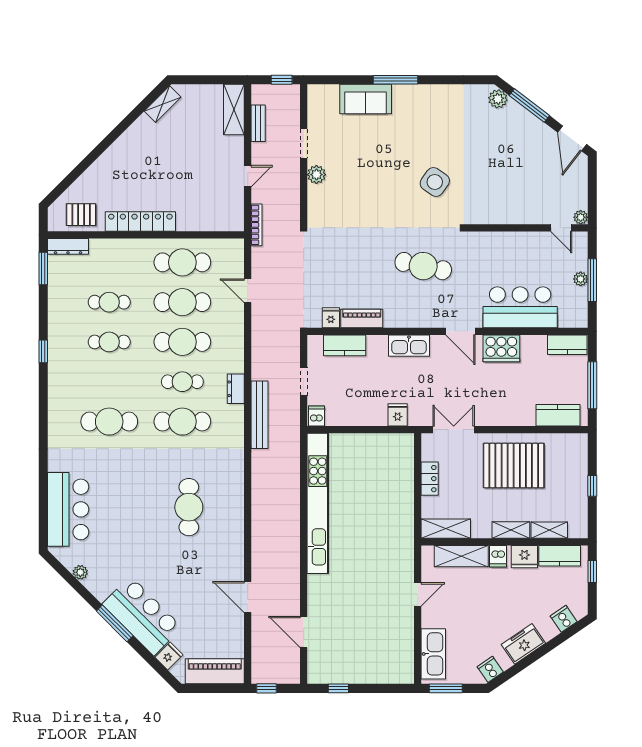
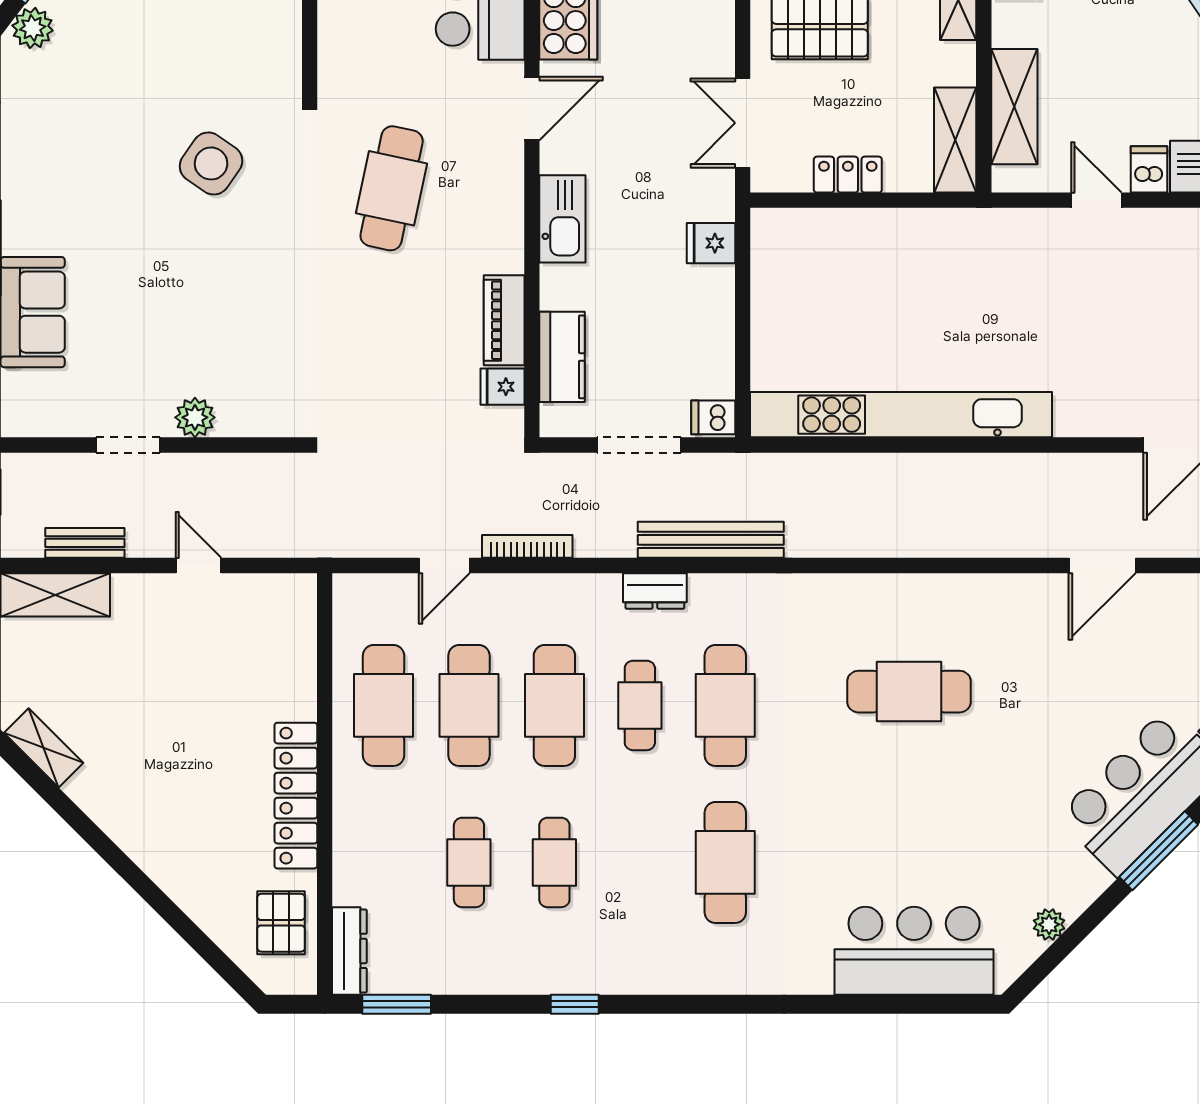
bookcase: (256, 225) -> (527, 546), moved
doorway: (304, 381) -> (639, 445), width x1.38
dishwasher: (498, 556) -> (1149, 169), moved, turned -90

